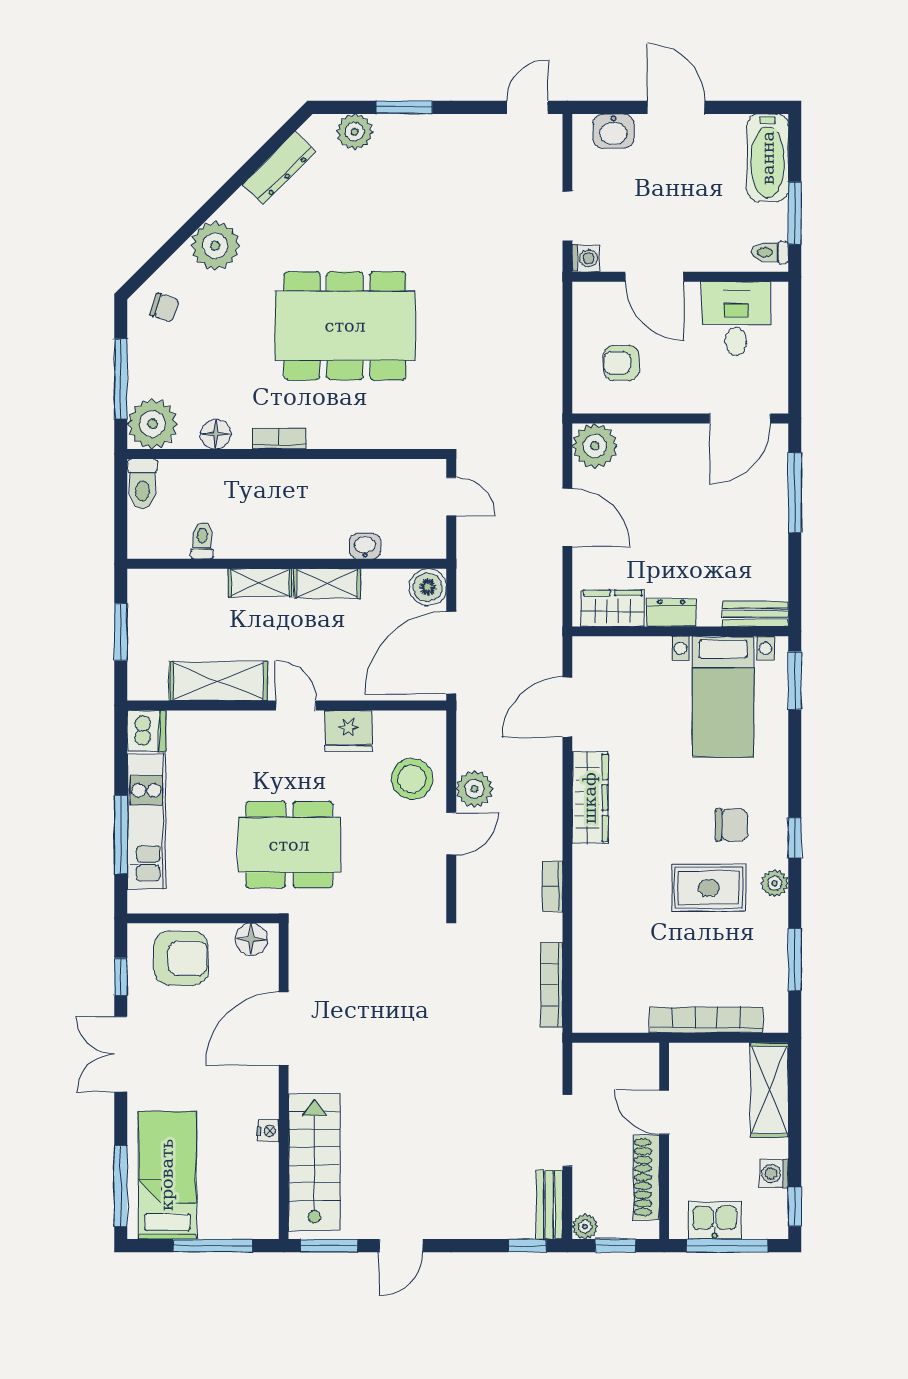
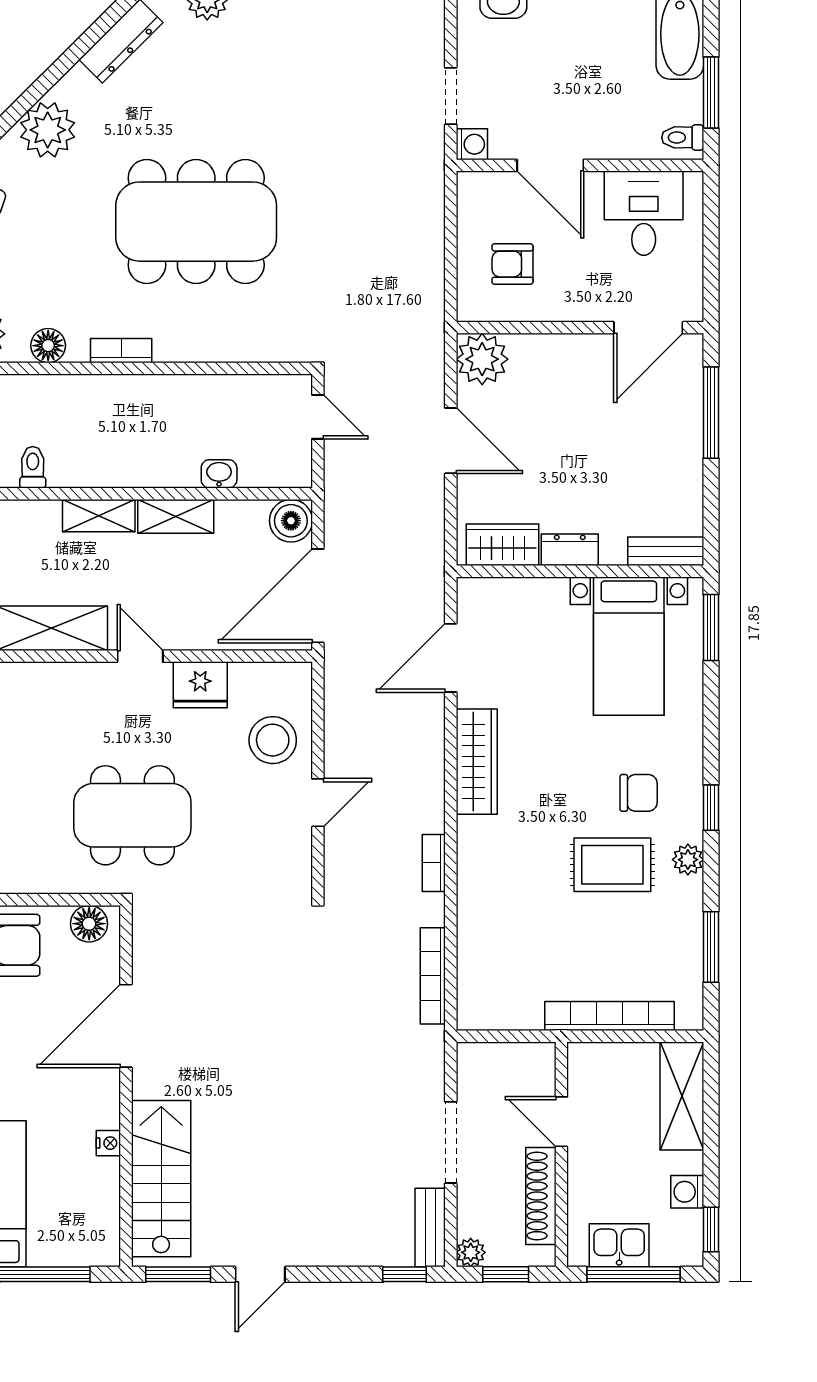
plant: (474, 789) -> (344, 751), removed

